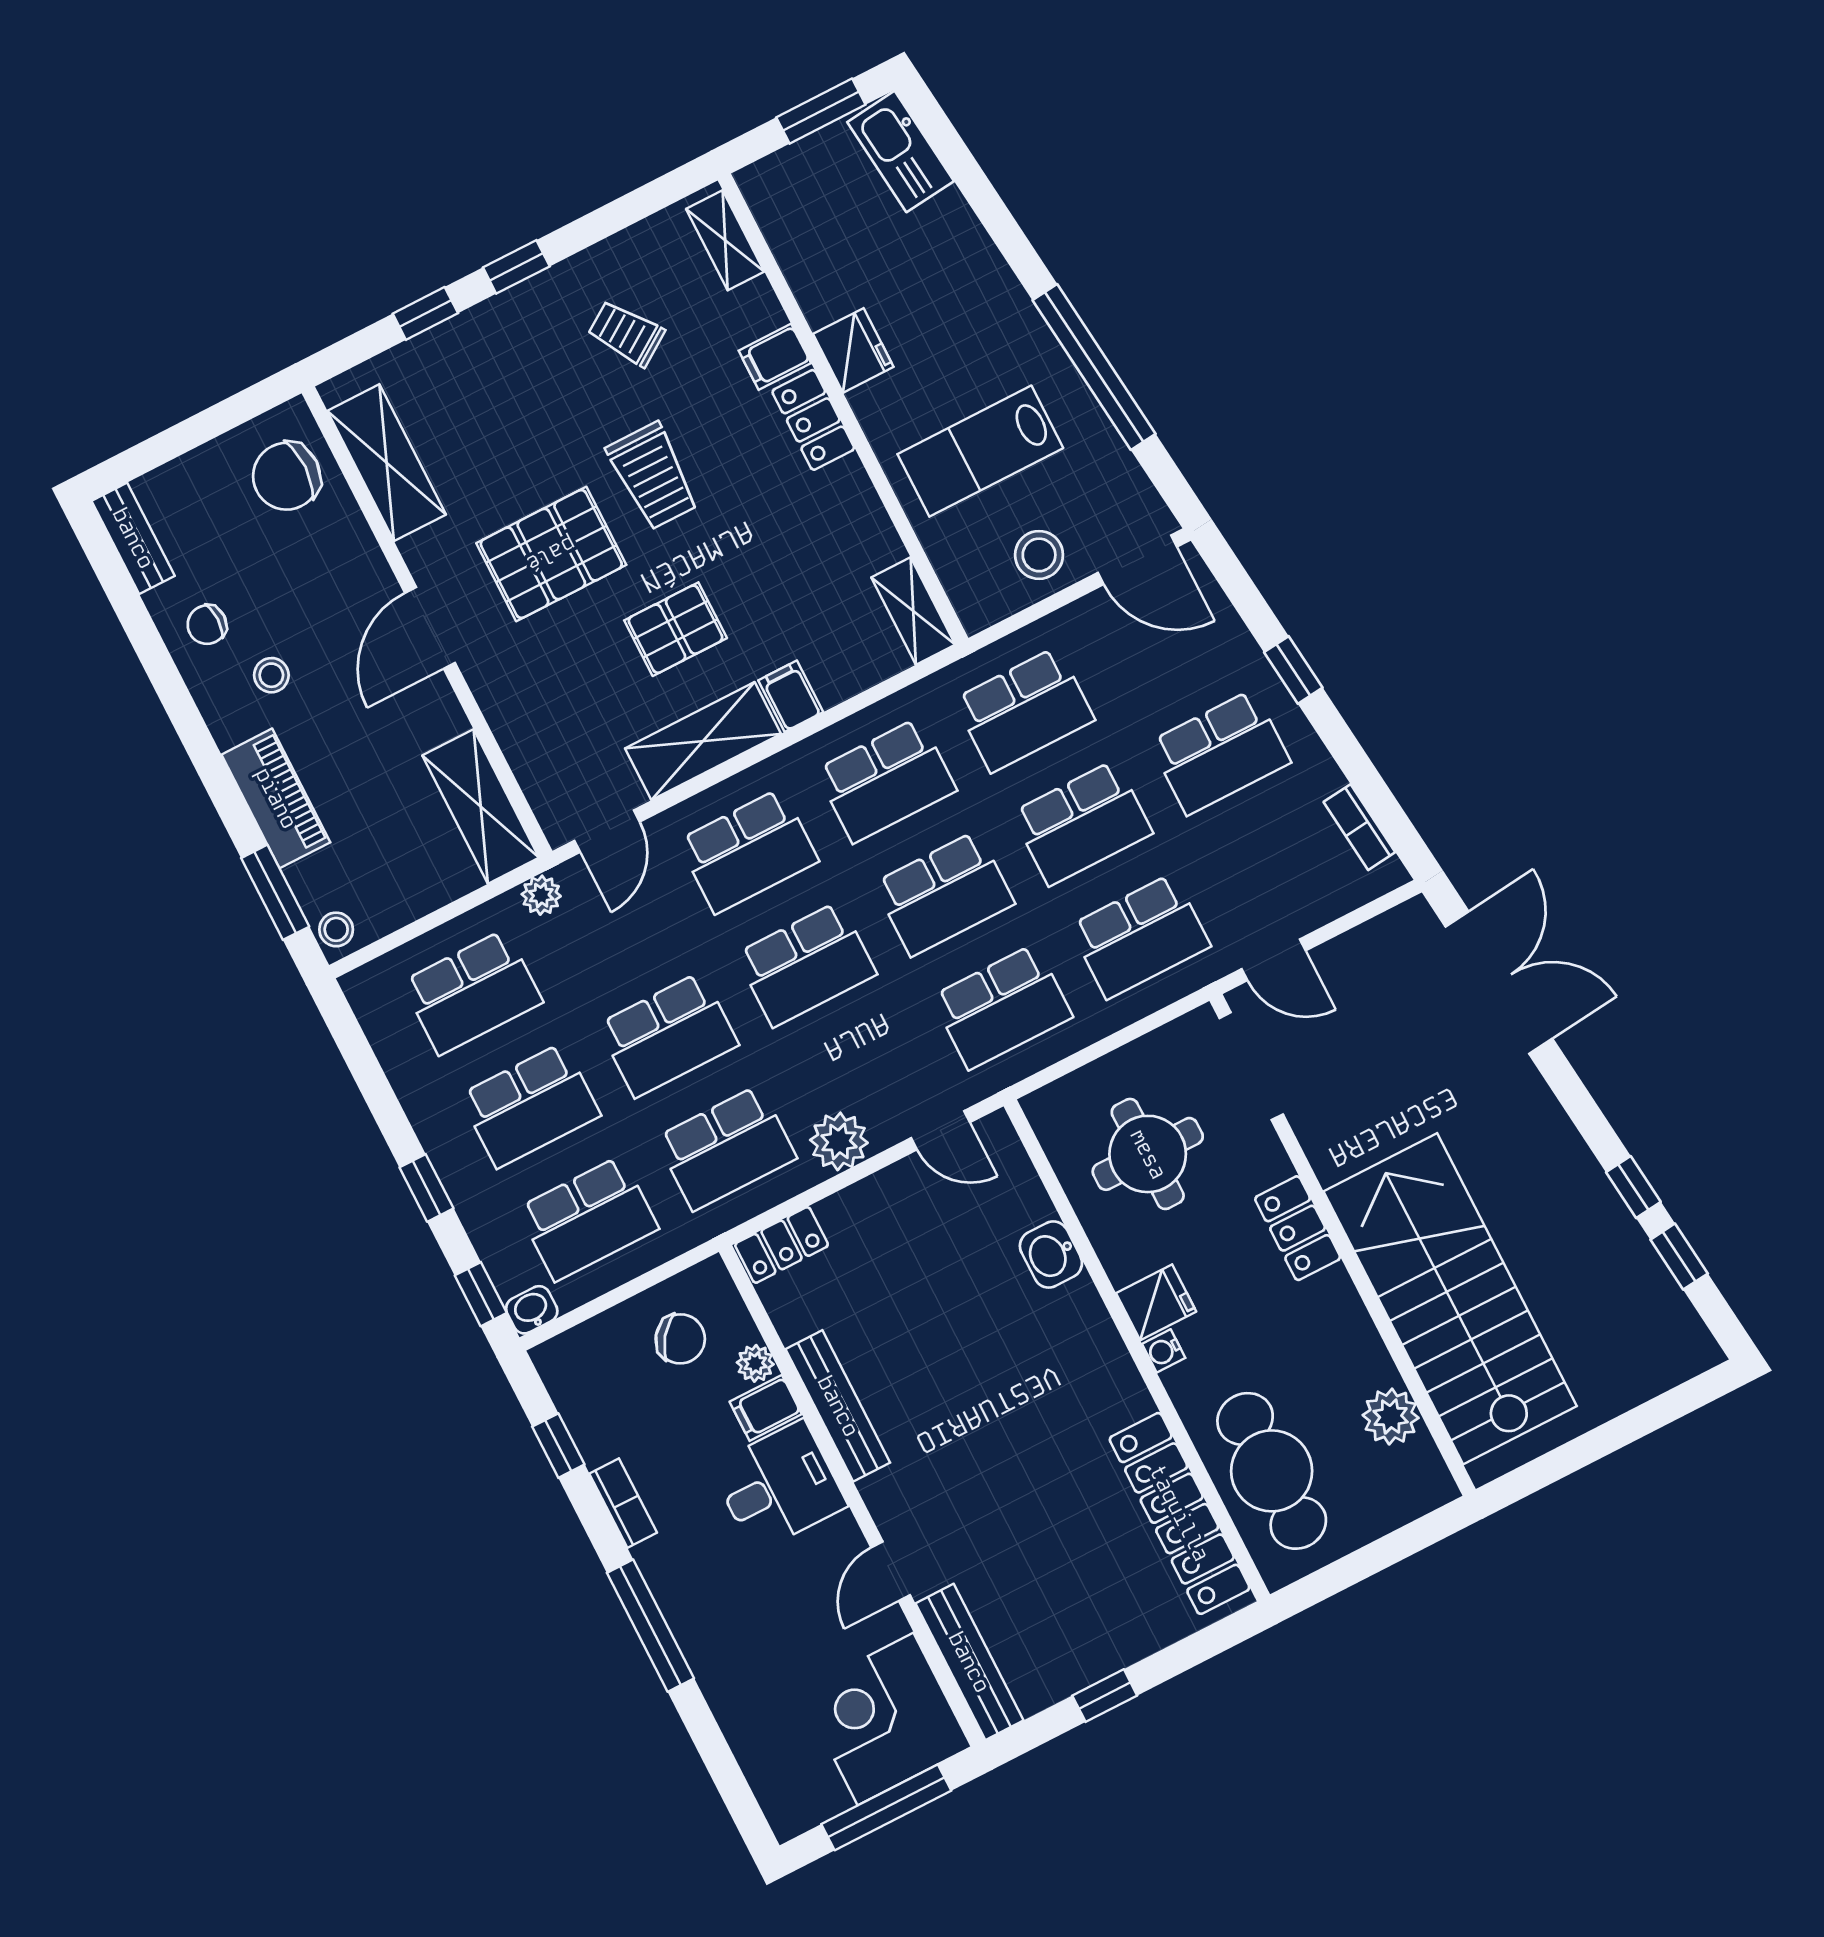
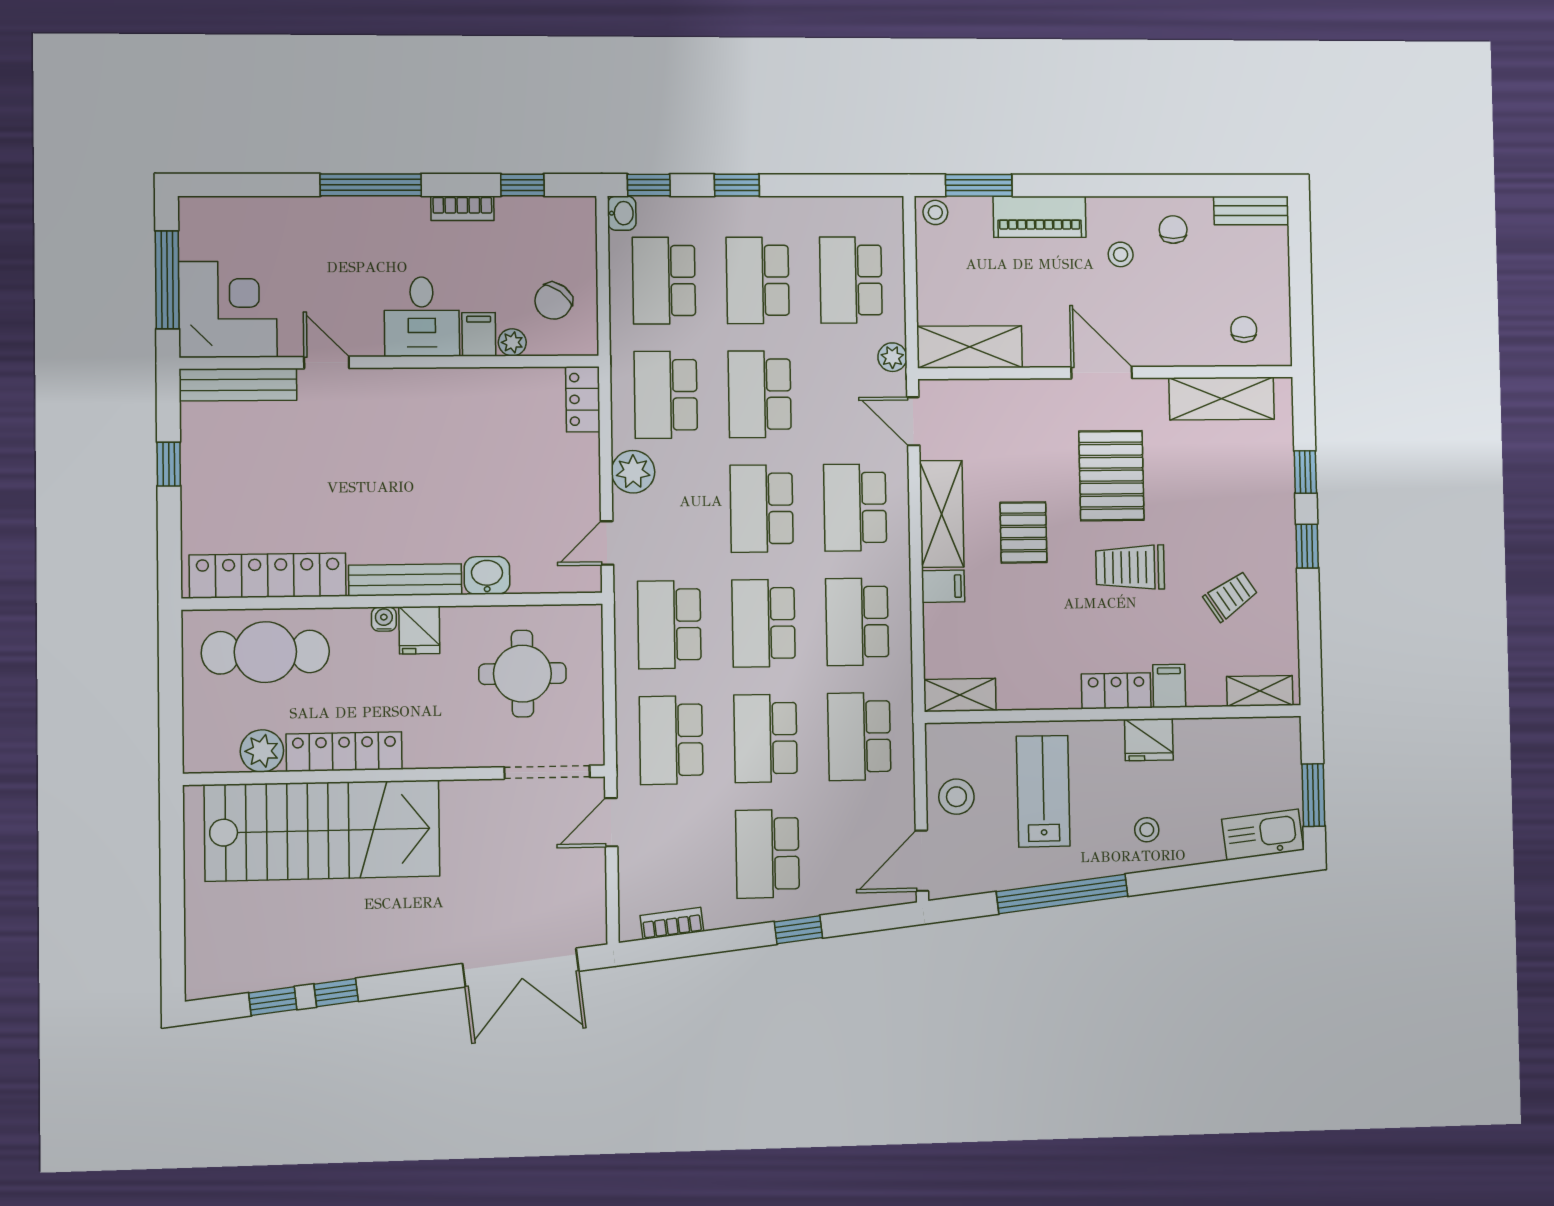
stool: (965, 300) -> (1147, 830), added
chair: (287, 476) -> (1244, 329), width x0.54, depth x0.54
locker: (1298, 1228) -> (344, 752), moved, width x1.53
bench: (838, 1406) -> (405, 580), moved

